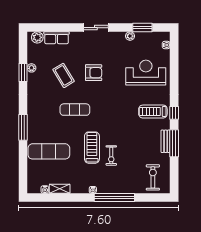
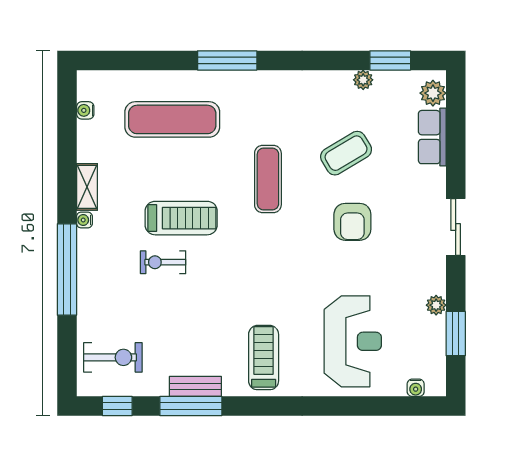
window: (23, 73) -> (390, 60), moved
window: (174, 113) -> (117, 406), moved
exercise mat: (49, 151) -> (172, 119), turned 90
shelving: (60, 189) -> (87, 187), moved

